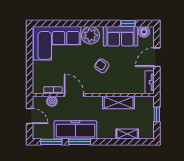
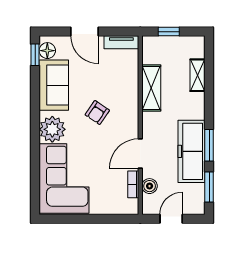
window: (128, 24) -> (35, 55), moved

